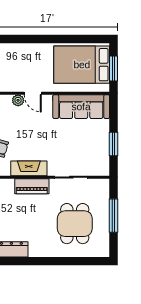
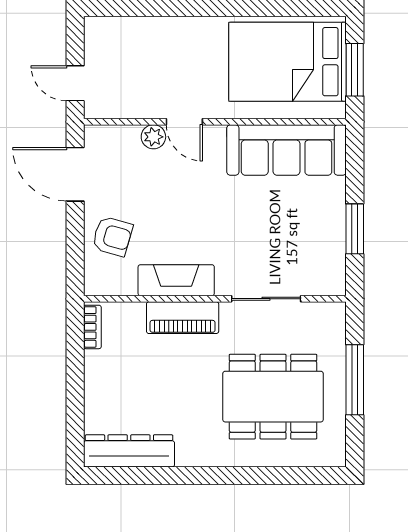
dining table: (75, 224) -> (273, 397), width x1.38

